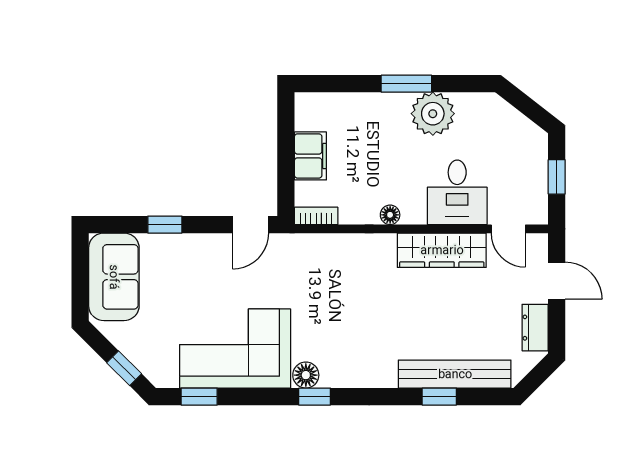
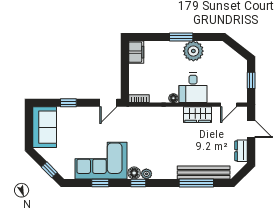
filing cabinet: (310, 156) -> (136, 52), moved
desk: (457, 192) -> (193, 88), moved
door: (508, 229) -> (229, 105), hinge flipped
wardrobe: (442, 250) -> (198, 115), width x0.67
plant: (332, 377) -> (146, 174), added
window: (199, 397) -> (100, 183), moved
window: (439, 397) -> (196, 183), width x2.17

